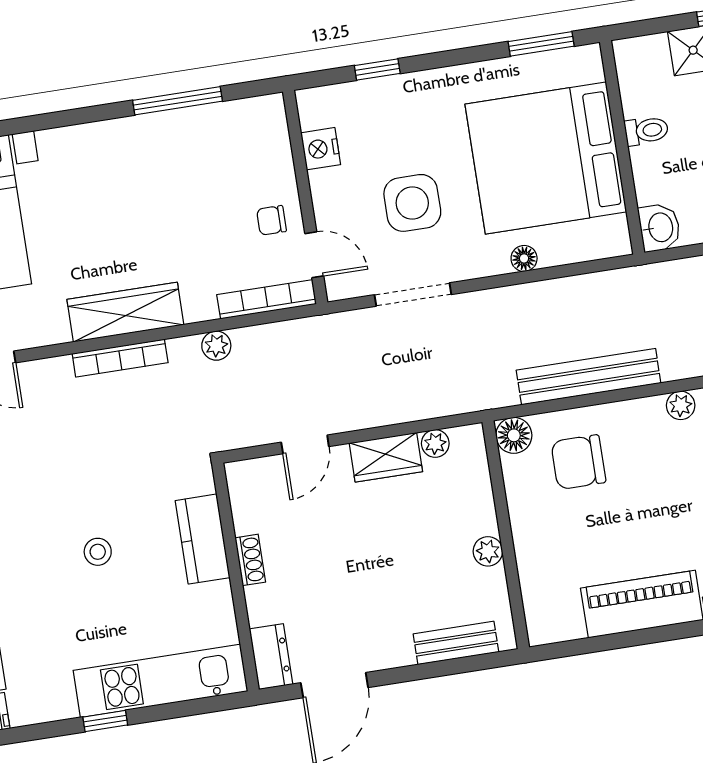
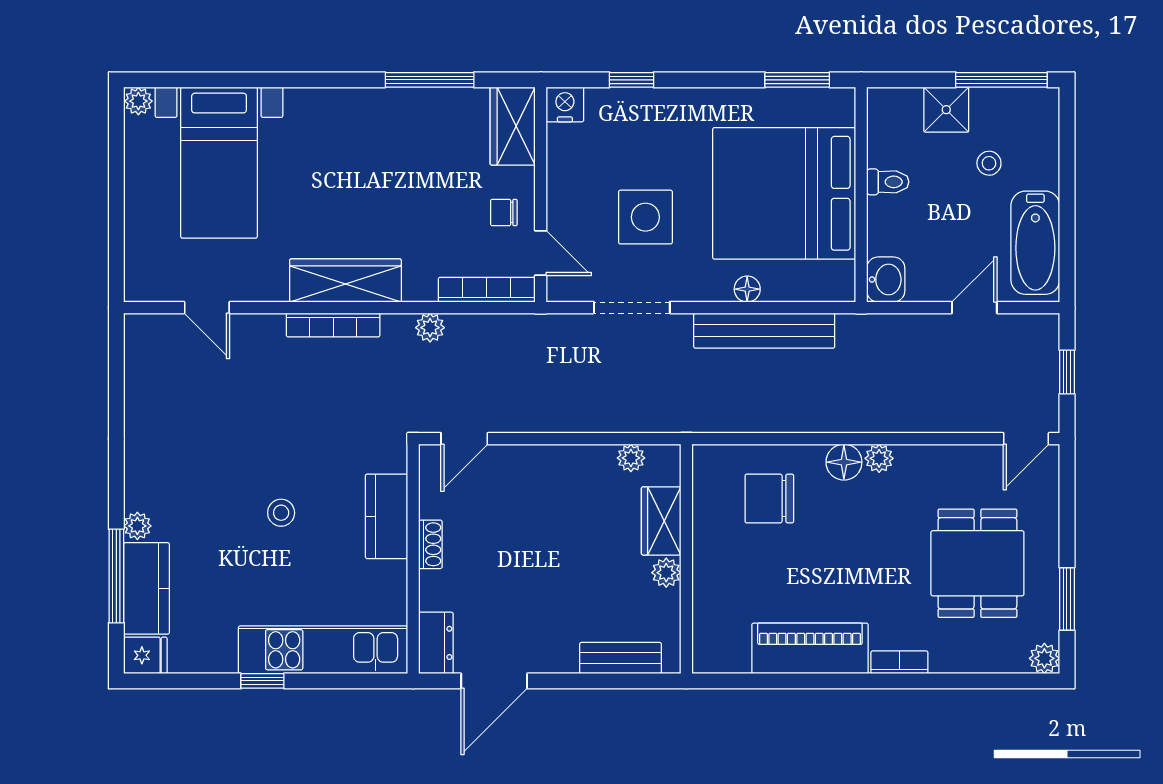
wardrobe: (267, 134) -> (513, 126), added
nightstand: (321, 149) -> (565, 104), moved, turned 90
bench: (589, 377) -> (764, 331), moved
floor lamp: (514, 435) -> (844, 462), moved
door: (305, 444) -> (464, 439), moved
wardrobe: (386, 457) -> (661, 521), moved, turned 90

